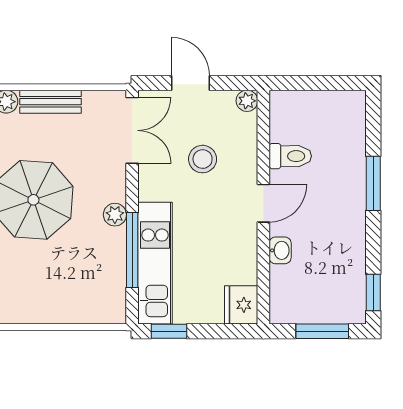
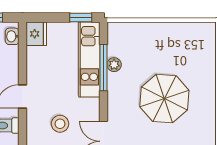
plant: (115, 215) -> (114, 65), moved
washbasin: (280, 250) -> (12, 36), moved

